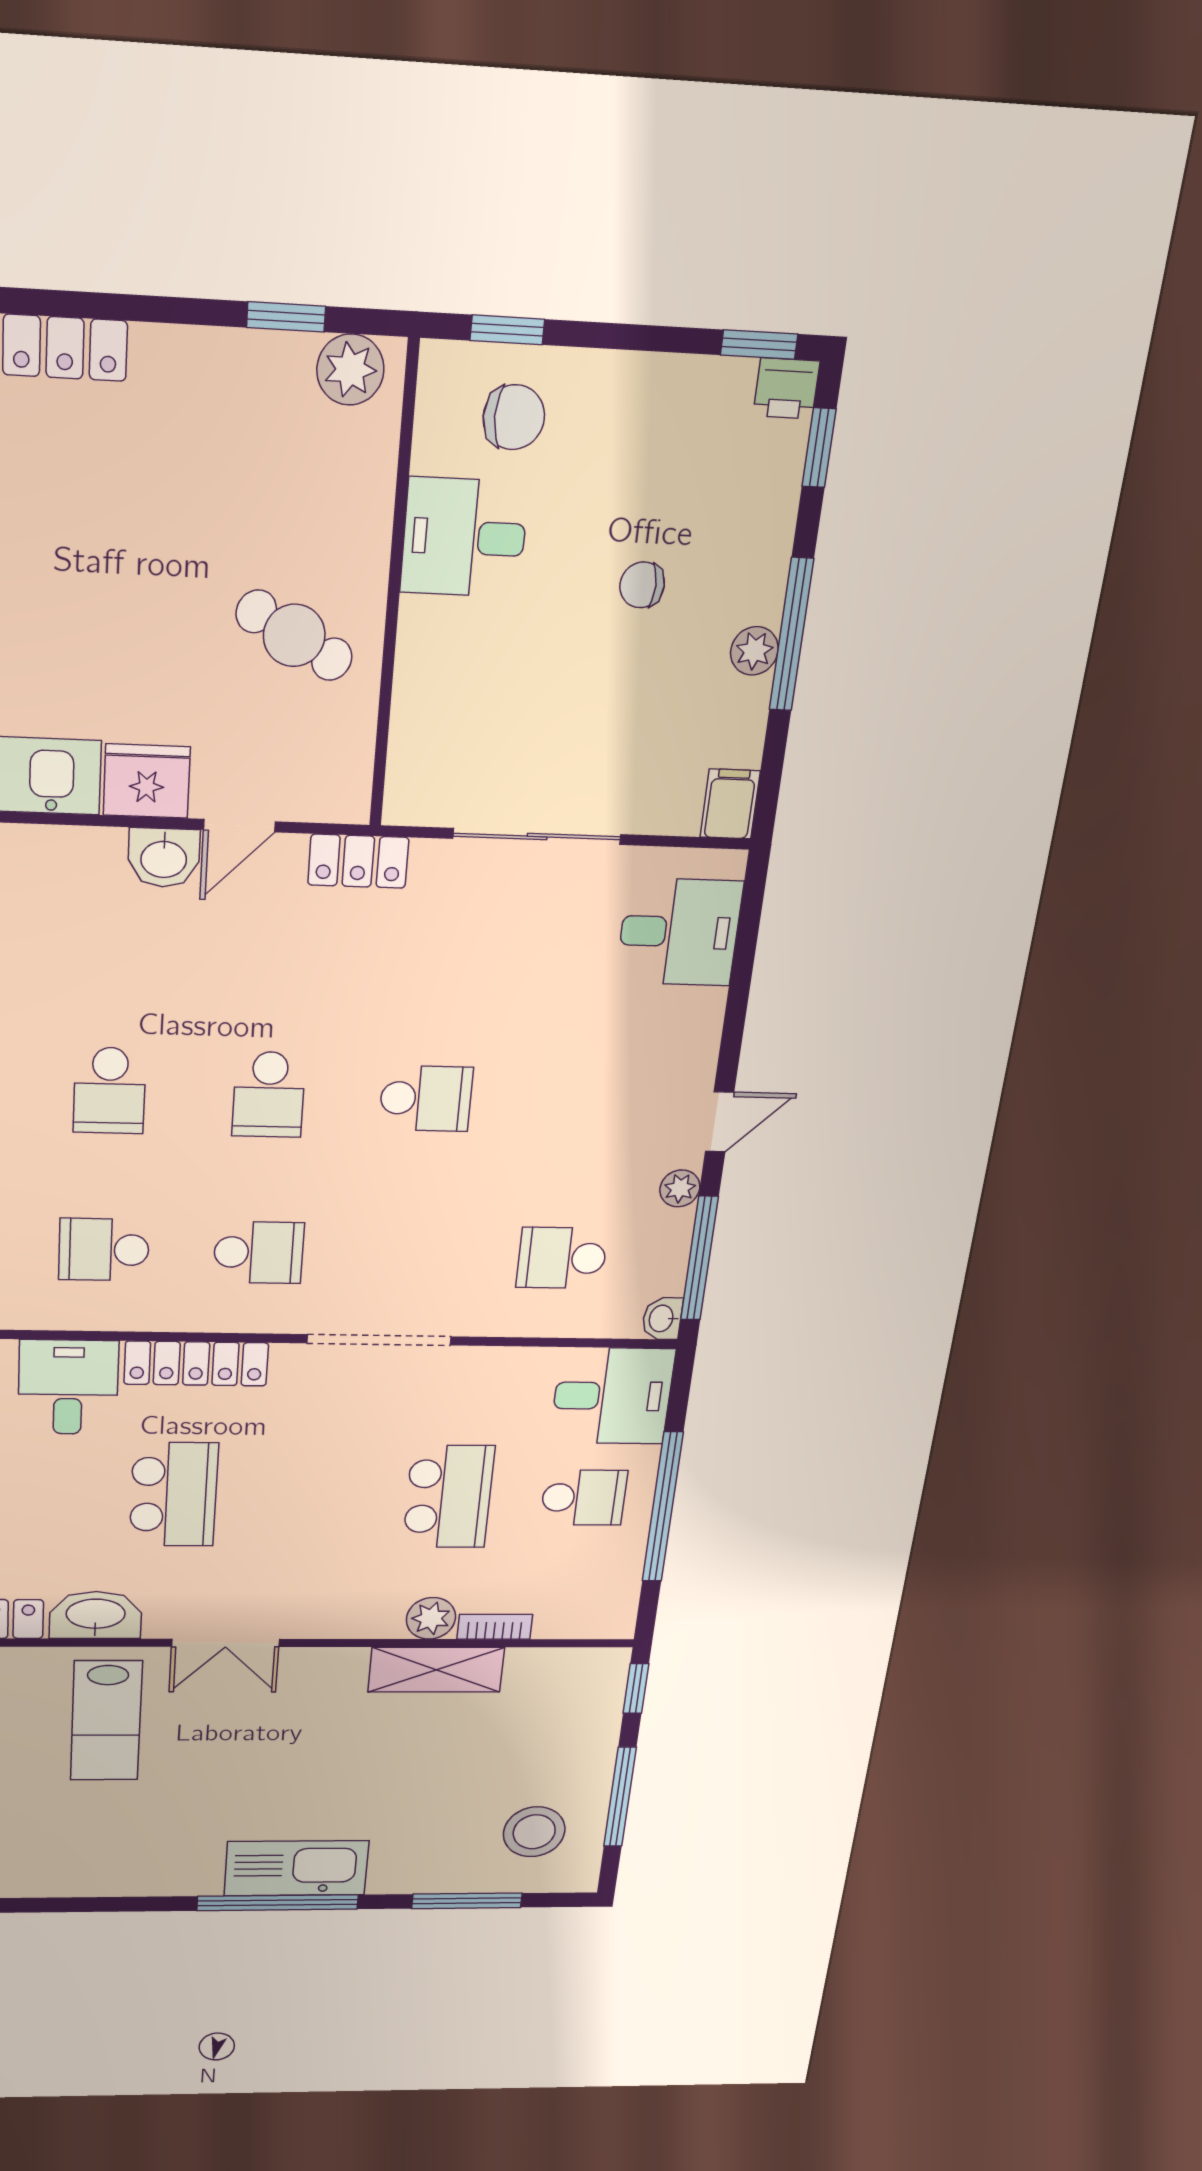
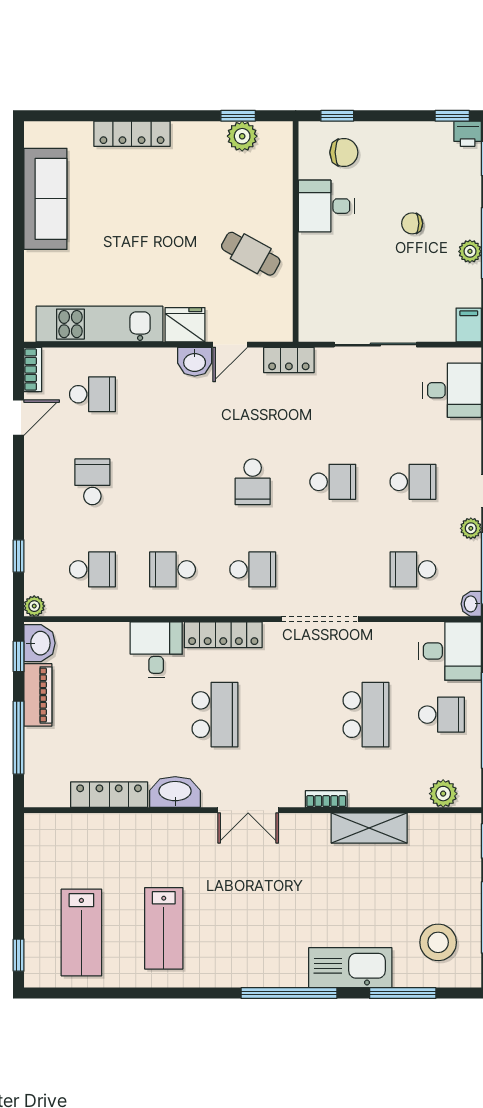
plant: (350, 370) -> (242, 136), moved
school desk: (110, 1091) -> (413, 482), moved, turned -90
plant: (431, 1618) -> (443, 794), moved
bookcase: (495, 1627) -> (326, 799), moved
lab bench: (106, 1721) -> (164, 928), moved
kitchen sink: (296, 1868) -> (350, 968), moved

